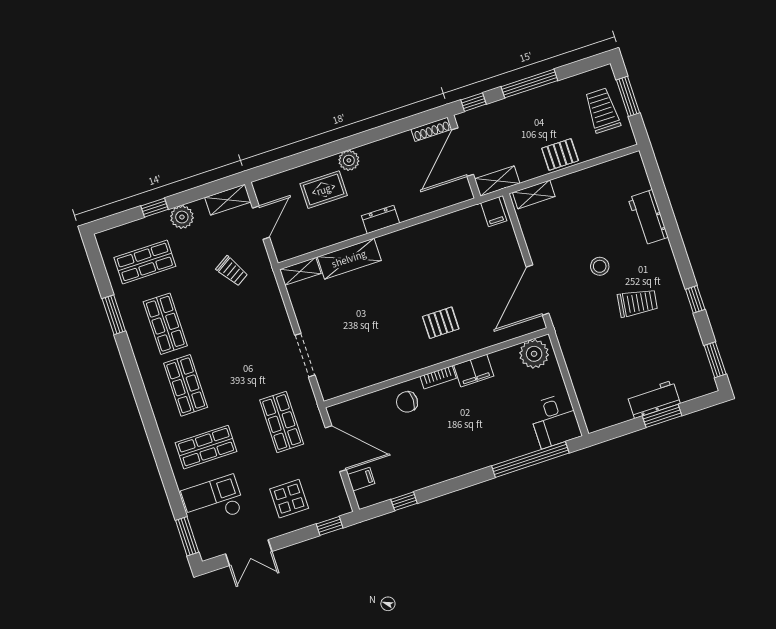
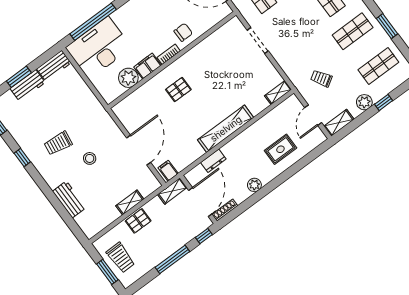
plant: (349, 160) -> (254, 185), moved
shelving: (534, 194) -> (130, 202), moved
dresser: (380, 219) -> (213, 161), moved
shelving: (349, 259) -> (226, 129), moved, width x1.47
door: (538, 290) -> (139, 150), moved
shop shelf: (165, 324) -> (353, 31), turned 90
plant: (534, 354) -> (128, 78), moved
workbench: (607, 415) -> (54, 66), added
desk: (555, 421) -> (99, 48), width x1.87, depth x1.30

